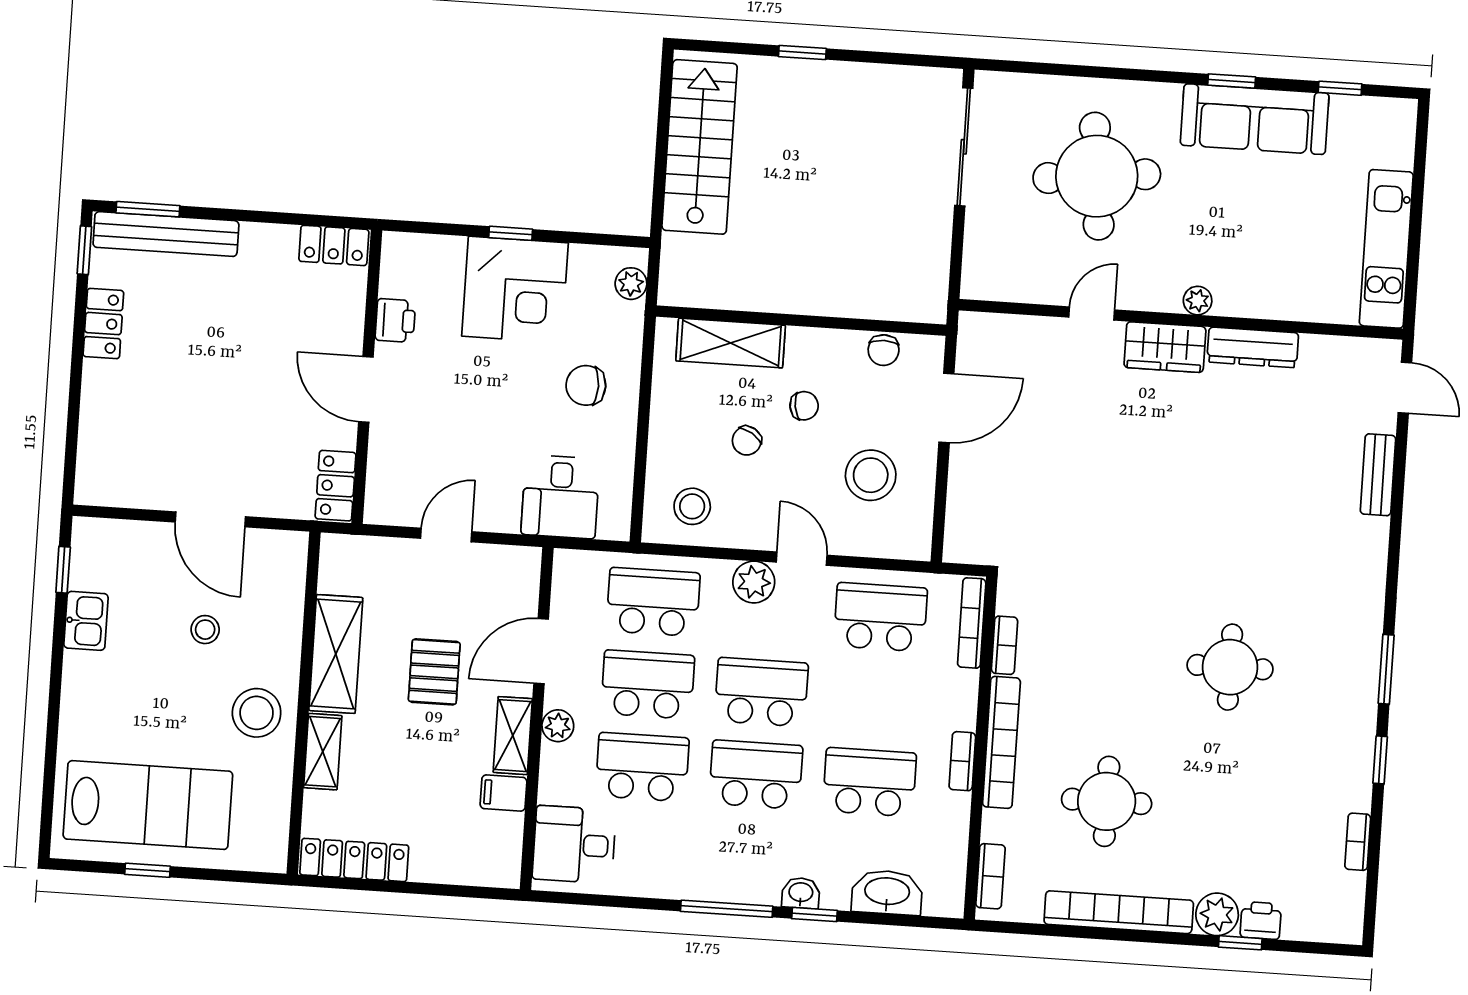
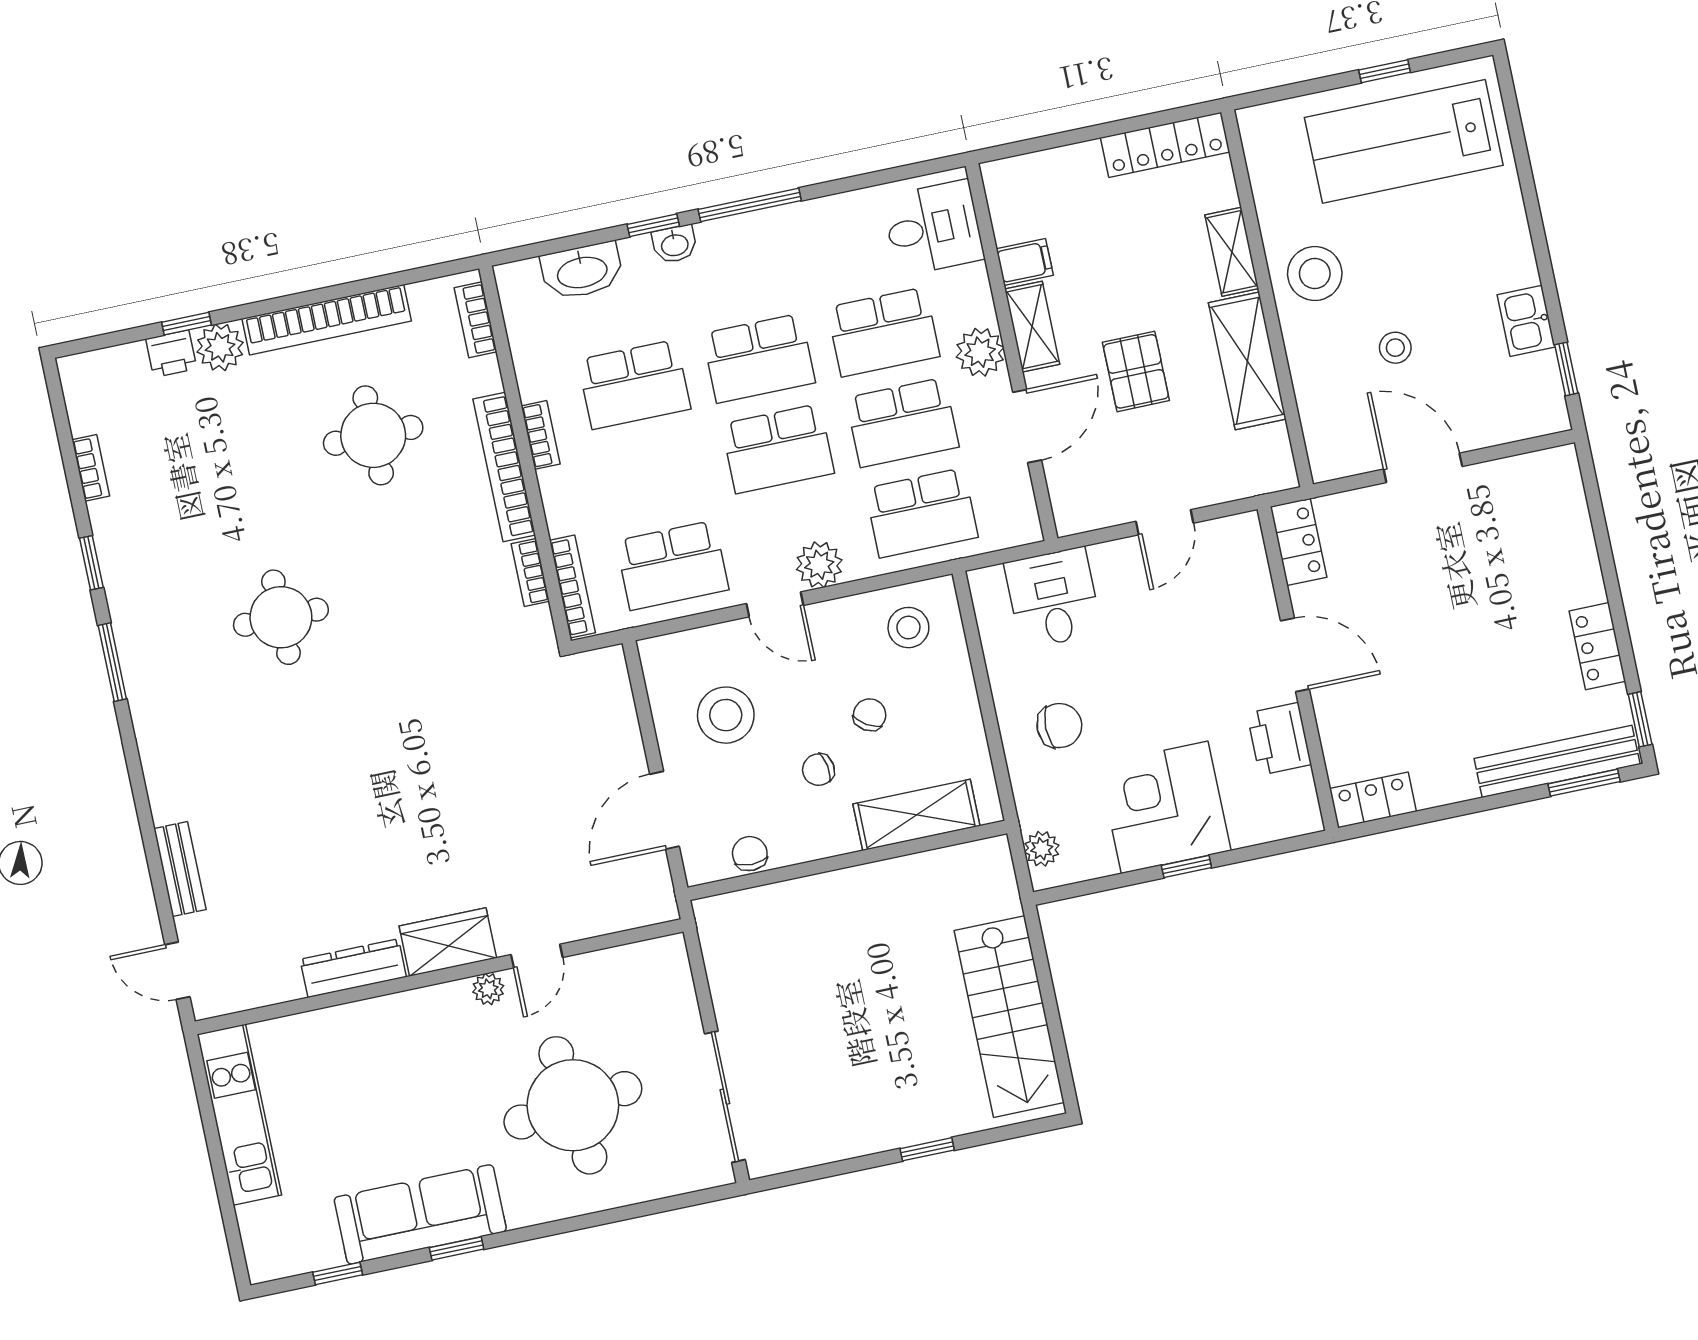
plant: (1198, 301) -> (488, 989), moved
printer: (395, 320) -> (1279, 739), width x1.36, depth x1.24
plant: (558, 726) -> (980, 352), width x1.38, depth x1.38

